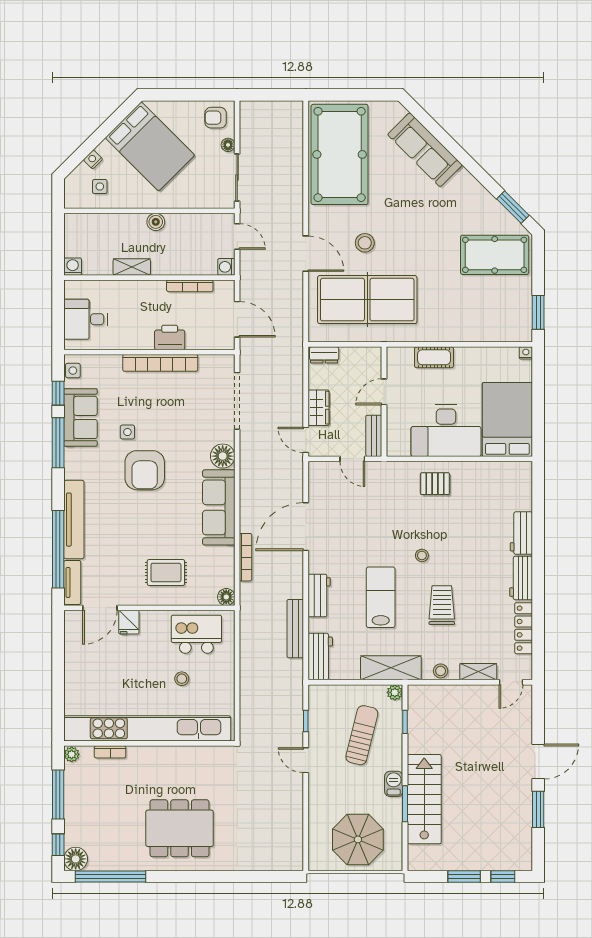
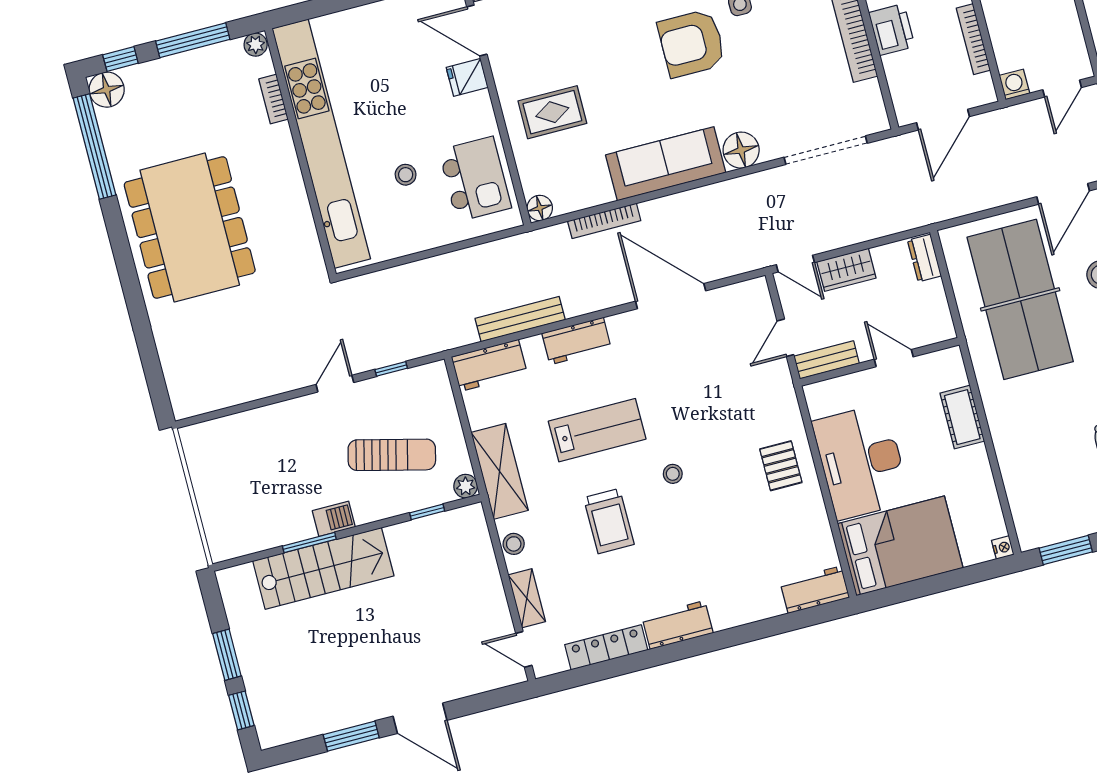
door: (306, 440) -> (795, 264), swing flipped
workbench: (521, 533) -> (815, 590), moved
rug: (166, 573) -> (552, 112), turned 90
trolley: (442, 605) -> (609, 521), turned 90
dining table: (180, 828) -> (190, 228), width x1.36, depth x1.24
parasol: (358, 839) -> (240, 488), removed

